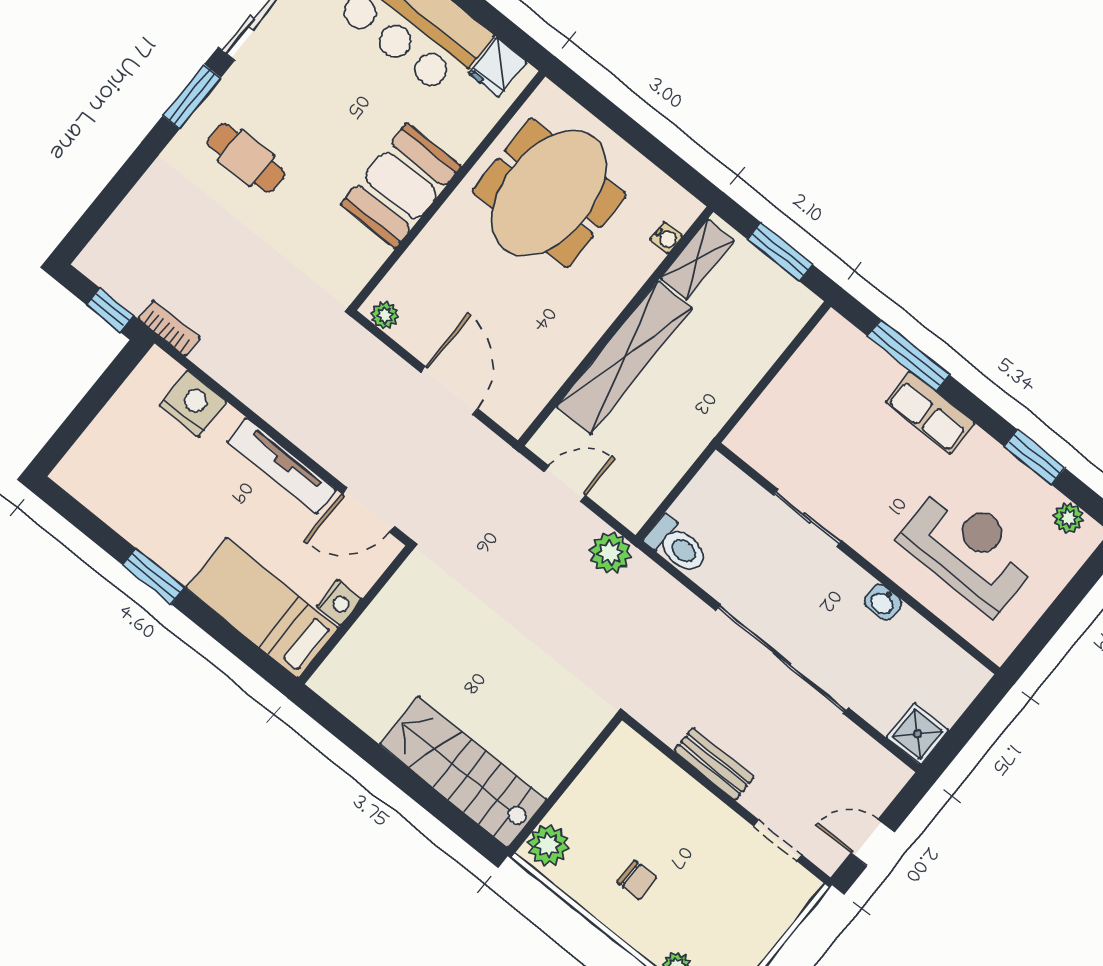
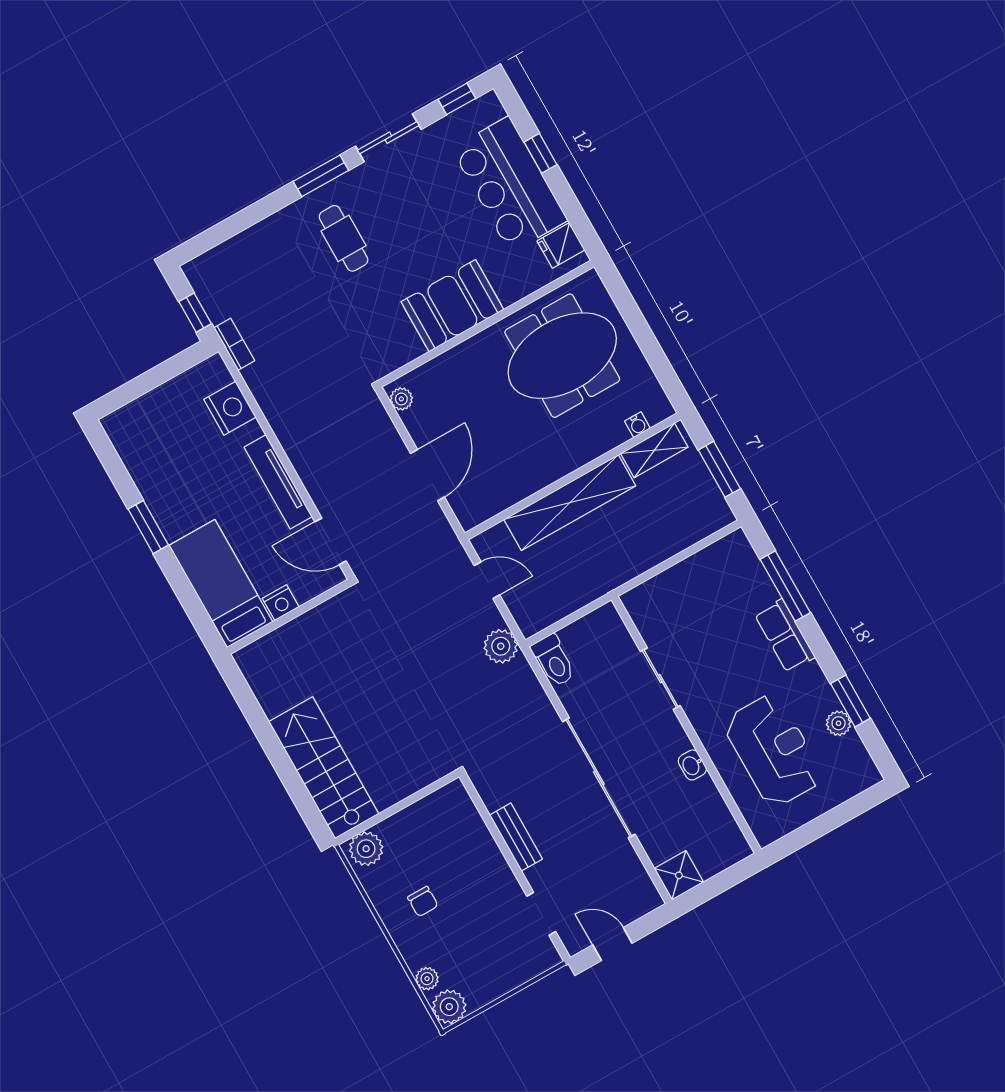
plant: (1068, 518) -> (839, 723), moved

